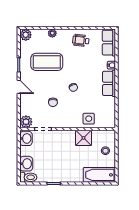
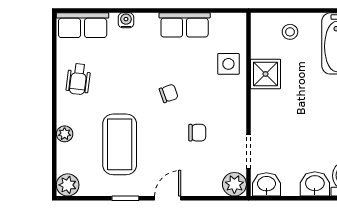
row of seats: (109, 83) -> (185, 25), moved

